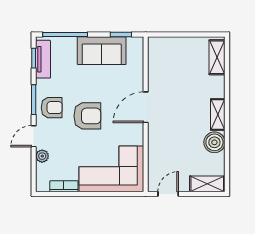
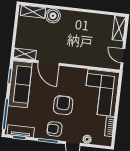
sofa: (102, 51) -> (20, 84), width x1.36
door: (146, 107) -> (48, 63), moved
armchair: (52, 108) -> (55, 129), turned -90
shelving: (218, 115) -> (25, 54), moved
boiler: (214, 142) -> (53, 16), moved

